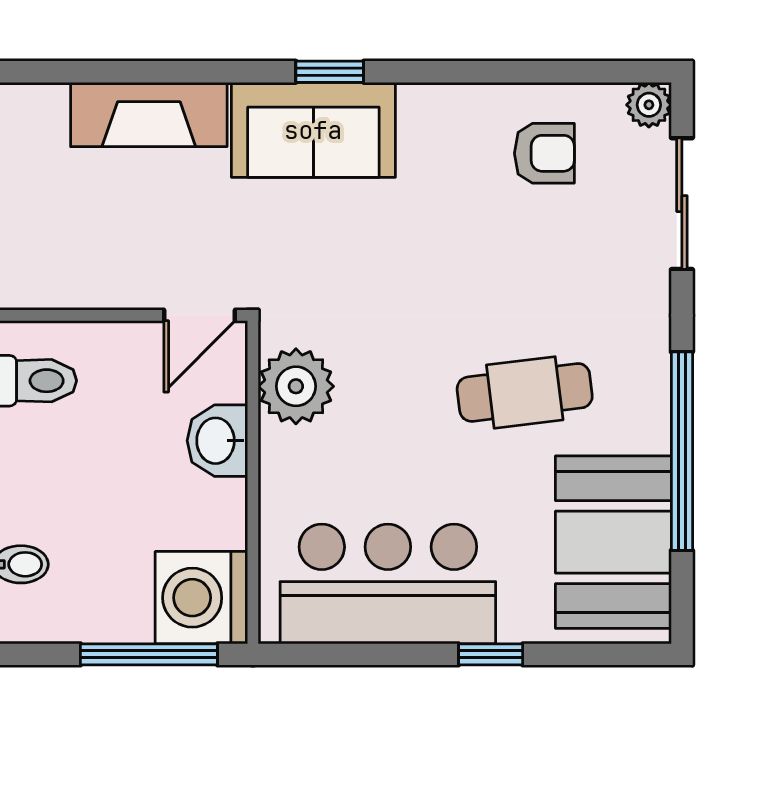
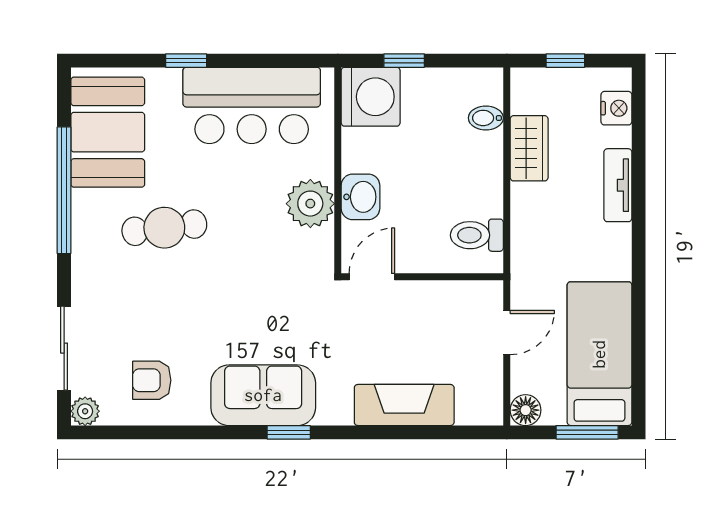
sofa: (313, 130) -> (263, 395), moved
plant: (296, 386) -> (310, 204), moved
window: (149, 654) -> (404, 61), width x0.46

